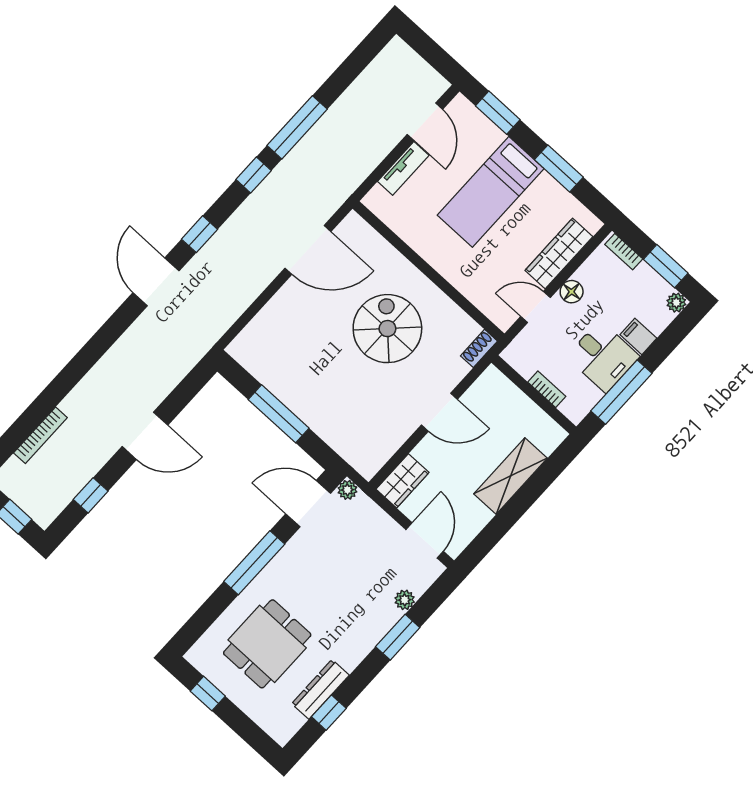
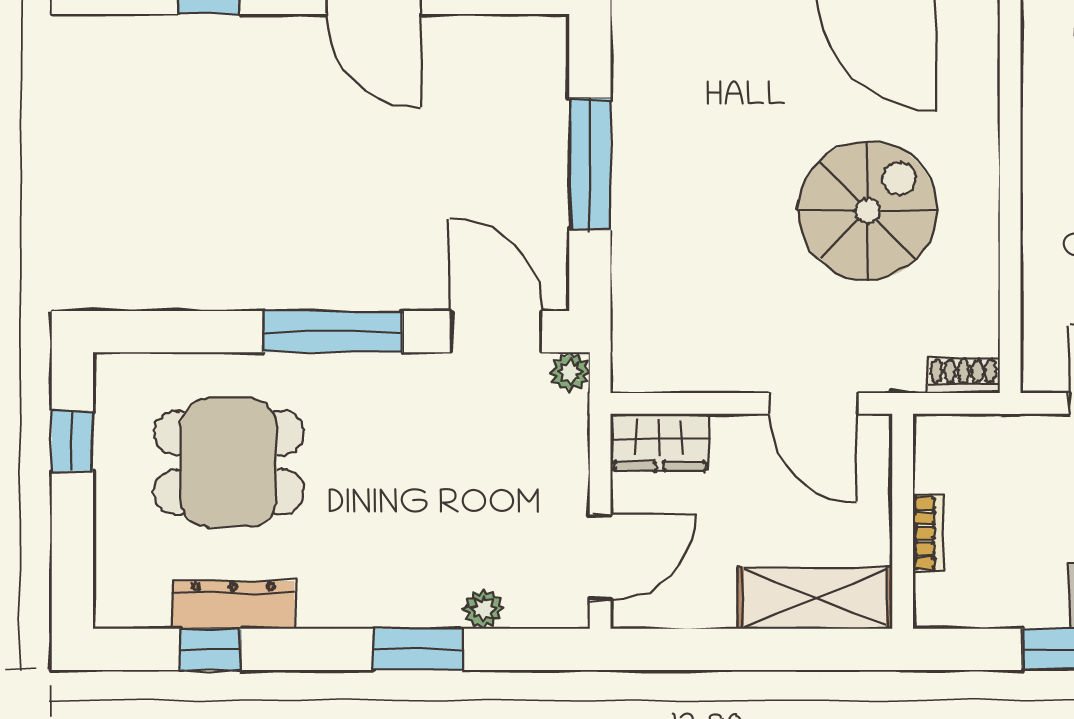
bookcase: (547, 389) -> (928, 533), moved
wall: (534, 395) -> (903, 521), moved

